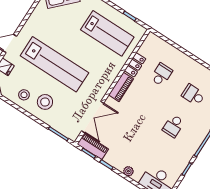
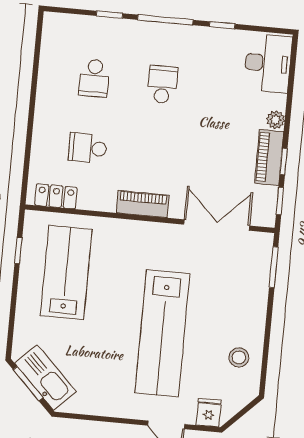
lab bench: (54, 64) -> (162, 333), turned 180
locker: (135, 65) -> (56, 196), moved
stool: (45, 102) -> (233, 317), removed
school desk: (173, 126) -> (162, 84), turned -90
piano: (93, 146) -> (269, 157), moved

